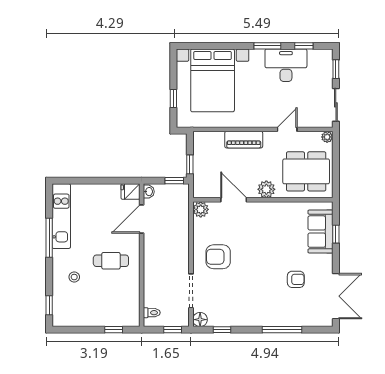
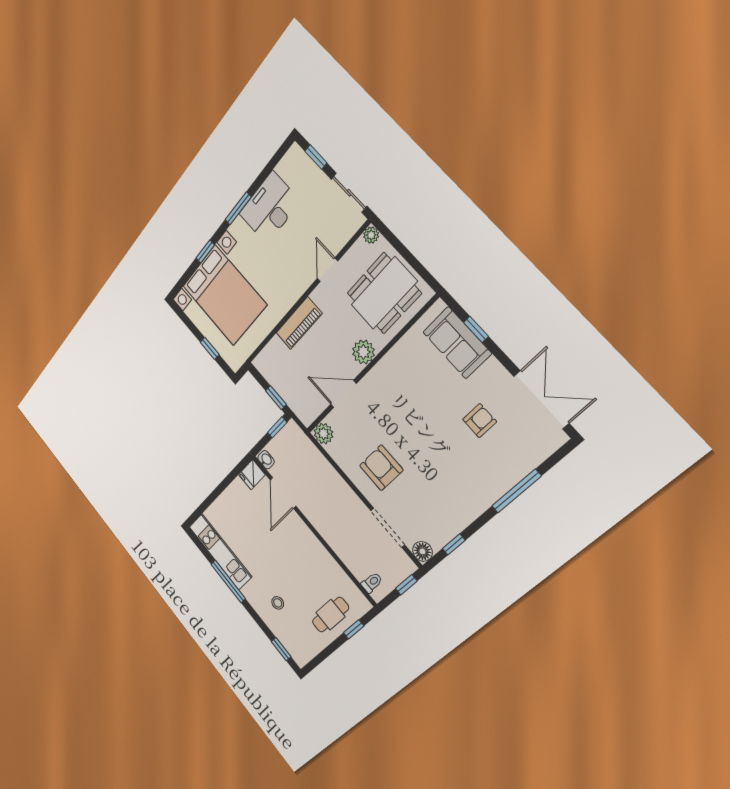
window: (304, 46) -> (205, 252), moved
armchair: (218, 257) -> (381, 468), turned 90
cafe table: (111, 261) -> (330, 615), moved

